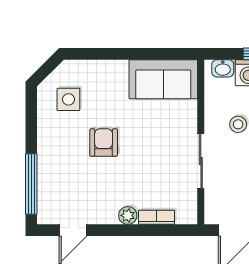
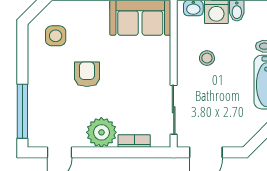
sliding door: (201, 161) -> (174, 110), moved
plant: (128, 215) -> (101, 132), width x1.88, depth x1.88

